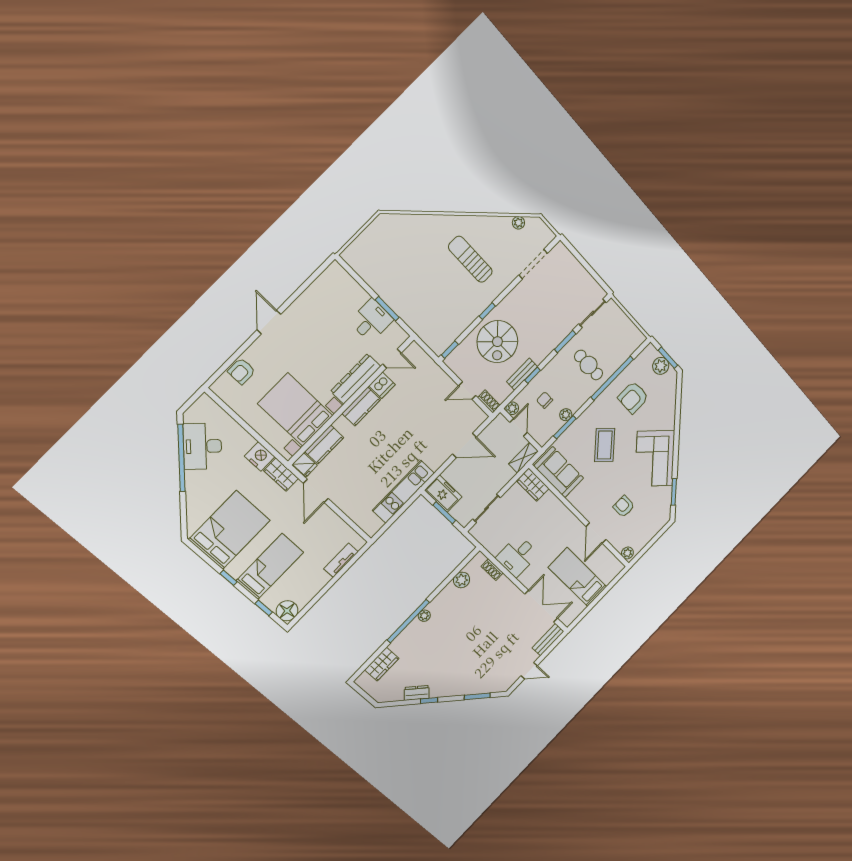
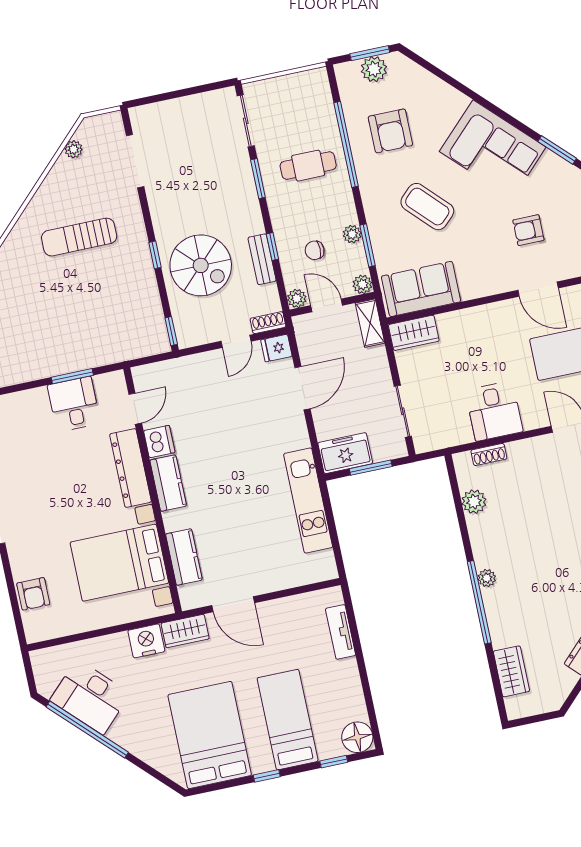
plant: (542, 439) -> (362, 284), added
fridge: (305, 465) -> (276, 348), moved, turned 180

